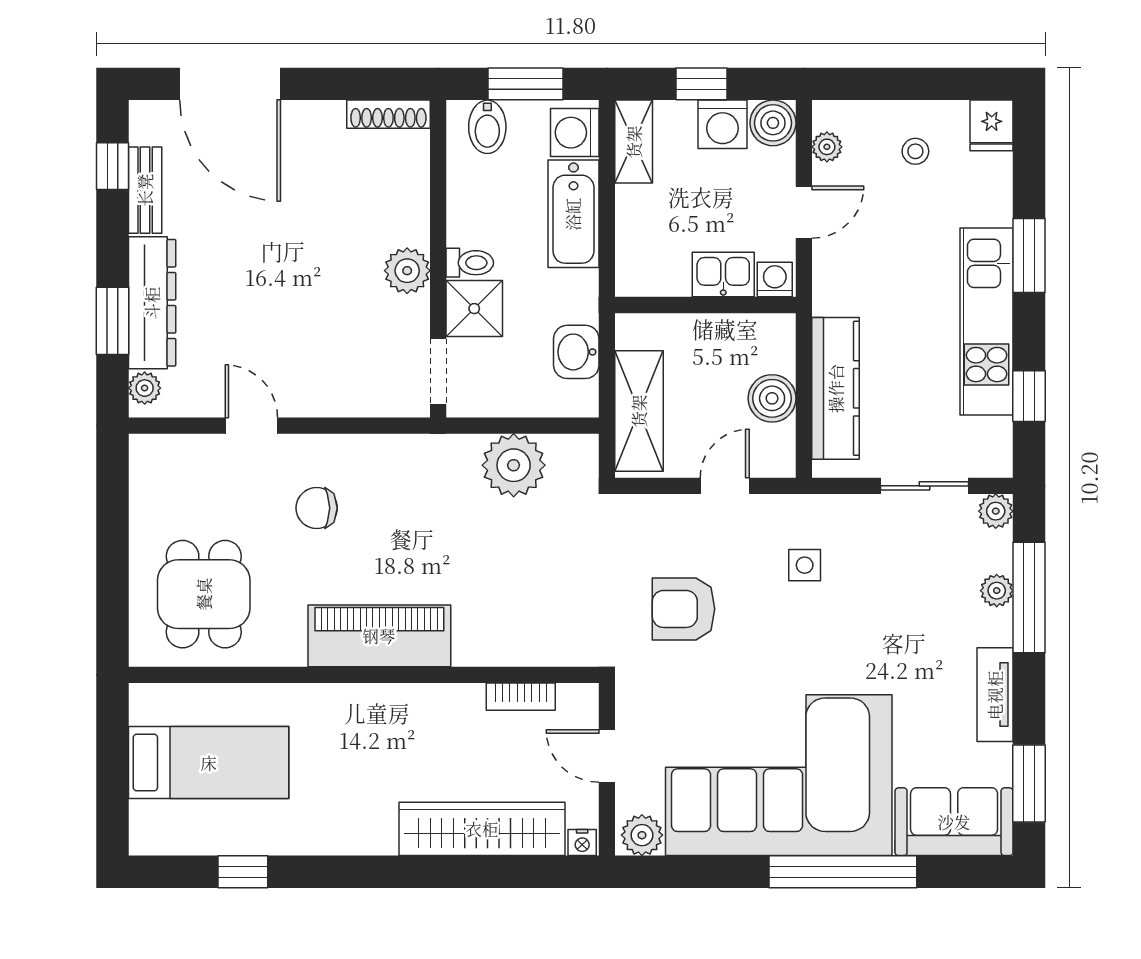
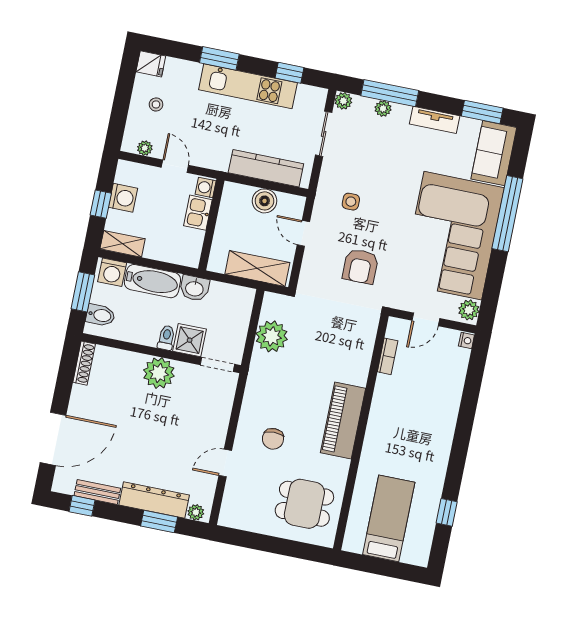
boiler: (773, 123) -> (127, 173), removed
plant: (407, 271) -> (159, 373), width x1.36, depth x1.36
washbasin: (576, 352) -> (194, 288), moved
wardrobe: (482, 829) -> (450, 389), removed

